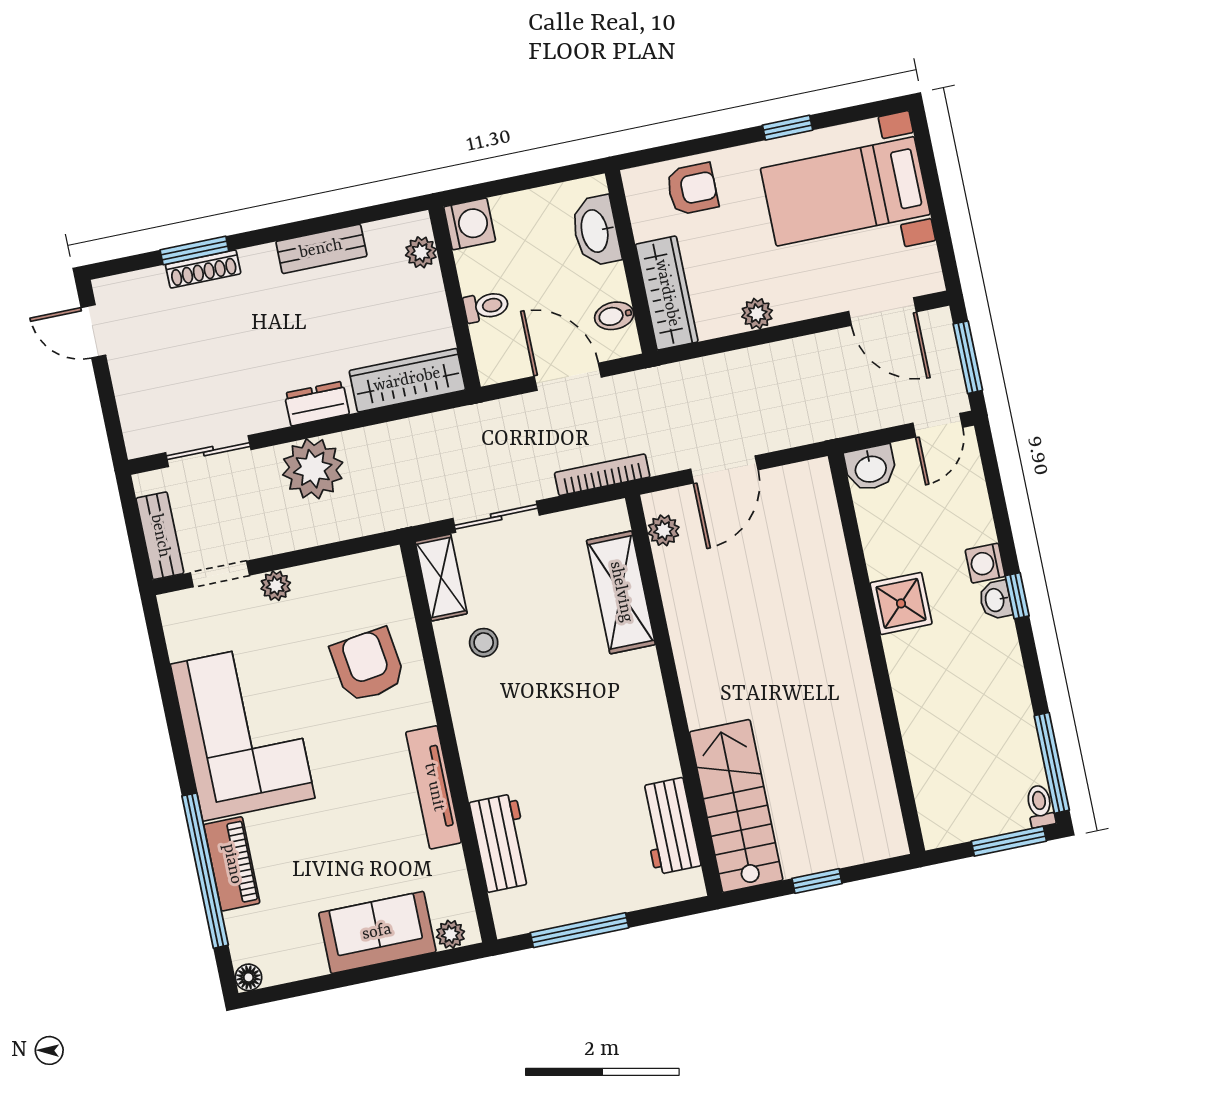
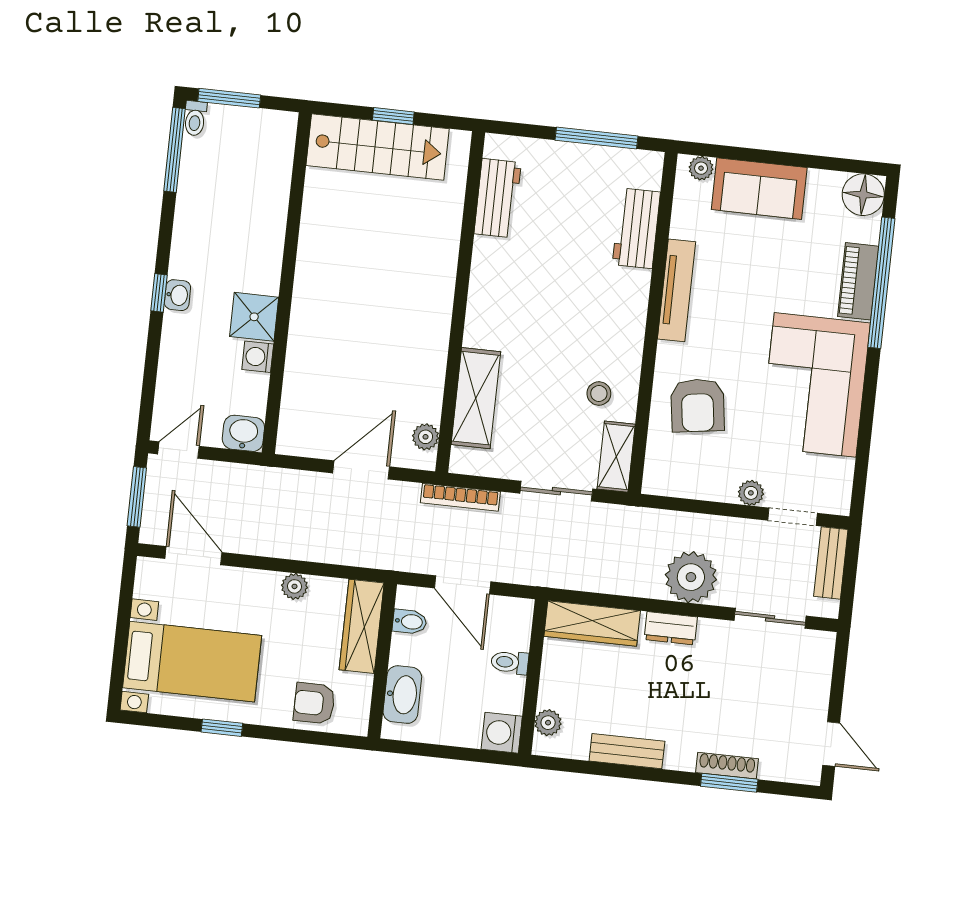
washing machine: (985, 563) -> (258, 357), moved, turned 180
stairs: (736, 806) -> (378, 147), moved, turned -90
floor lamp: (249, 977) -> (863, 195), width x1.89, depth x1.89

